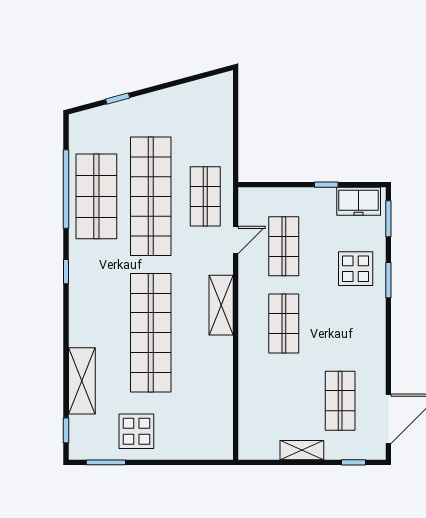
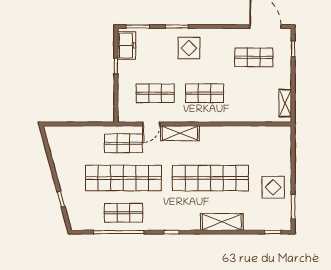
shop shelf: (96, 196) -> (123, 213), width x0.70, depth x0.74
door: (236, 240) -> (151, 124), swing flipped
display table: (356, 269) -> (189, 48), moved
shelving: (221, 305) -> (180, 133), moved
shelving: (82, 381) -> (222, 222), moved
shelving: (302, 450) -> (285, 103), moved

